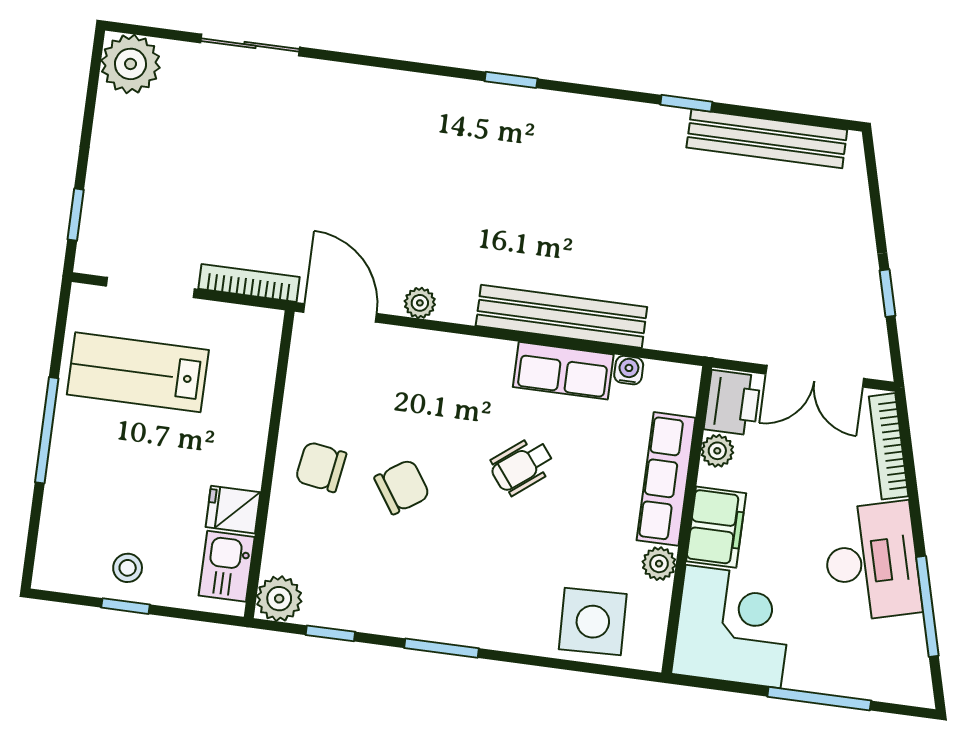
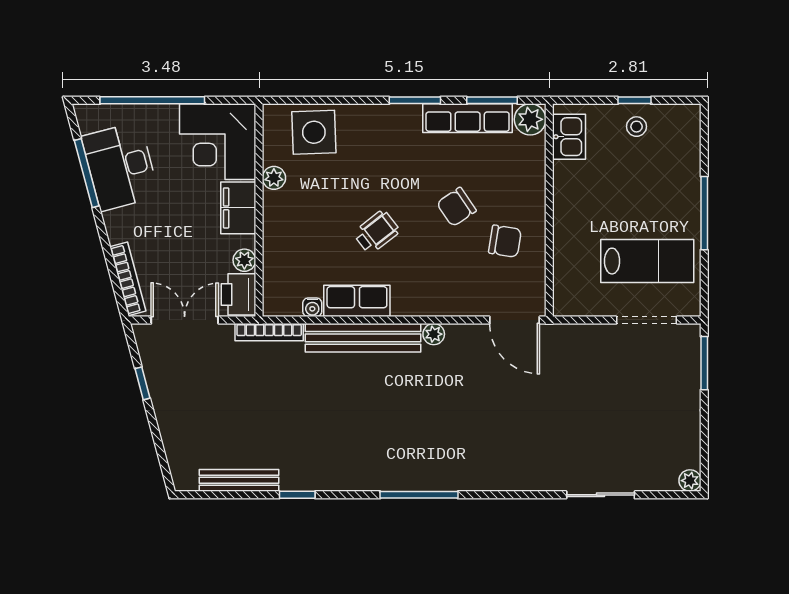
plant: (131, 64) -> (690, 481), width x0.53, depth x0.53
window: (511, 80) -> (419, 495), width x2.17
bench: (767, 139) -> (239, 480), width x0.73, depth x0.82
window: (76, 215) -> (704, 363), width x1.50
bookcase: (249, 283) -> (269, 332), moved
plant: (420, 303) -> (434, 334), moved
chair: (321, 467) -> (505, 241), moved
row of seats: (666, 479) -> (468, 118), moved, turned 90
fridge: (233, 510) -> (570, 176), removed
desk: (872, 561) -> (120, 166), moved
window: (330, 633) -> (492, 100), width x1.50
window: (819, 699) -> (152, 100), width x1.46

